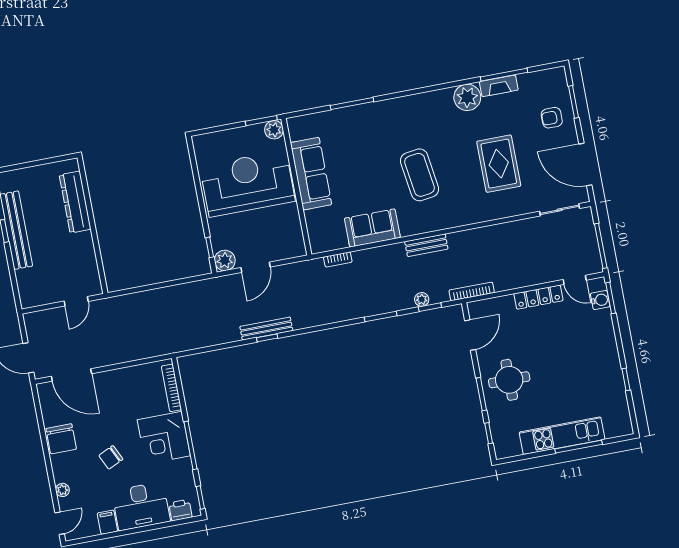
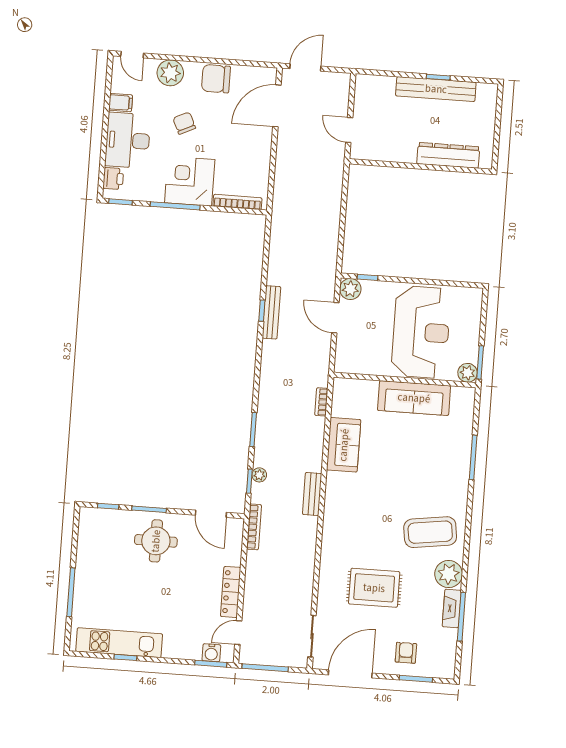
coffee table: (420, 175) -> (430, 532), moved
kitchen unit: (562, 436) -> (119, 643), moved, turned -90
plant: (62, 490) -> (170, 73), width x1.87, depth x1.87

